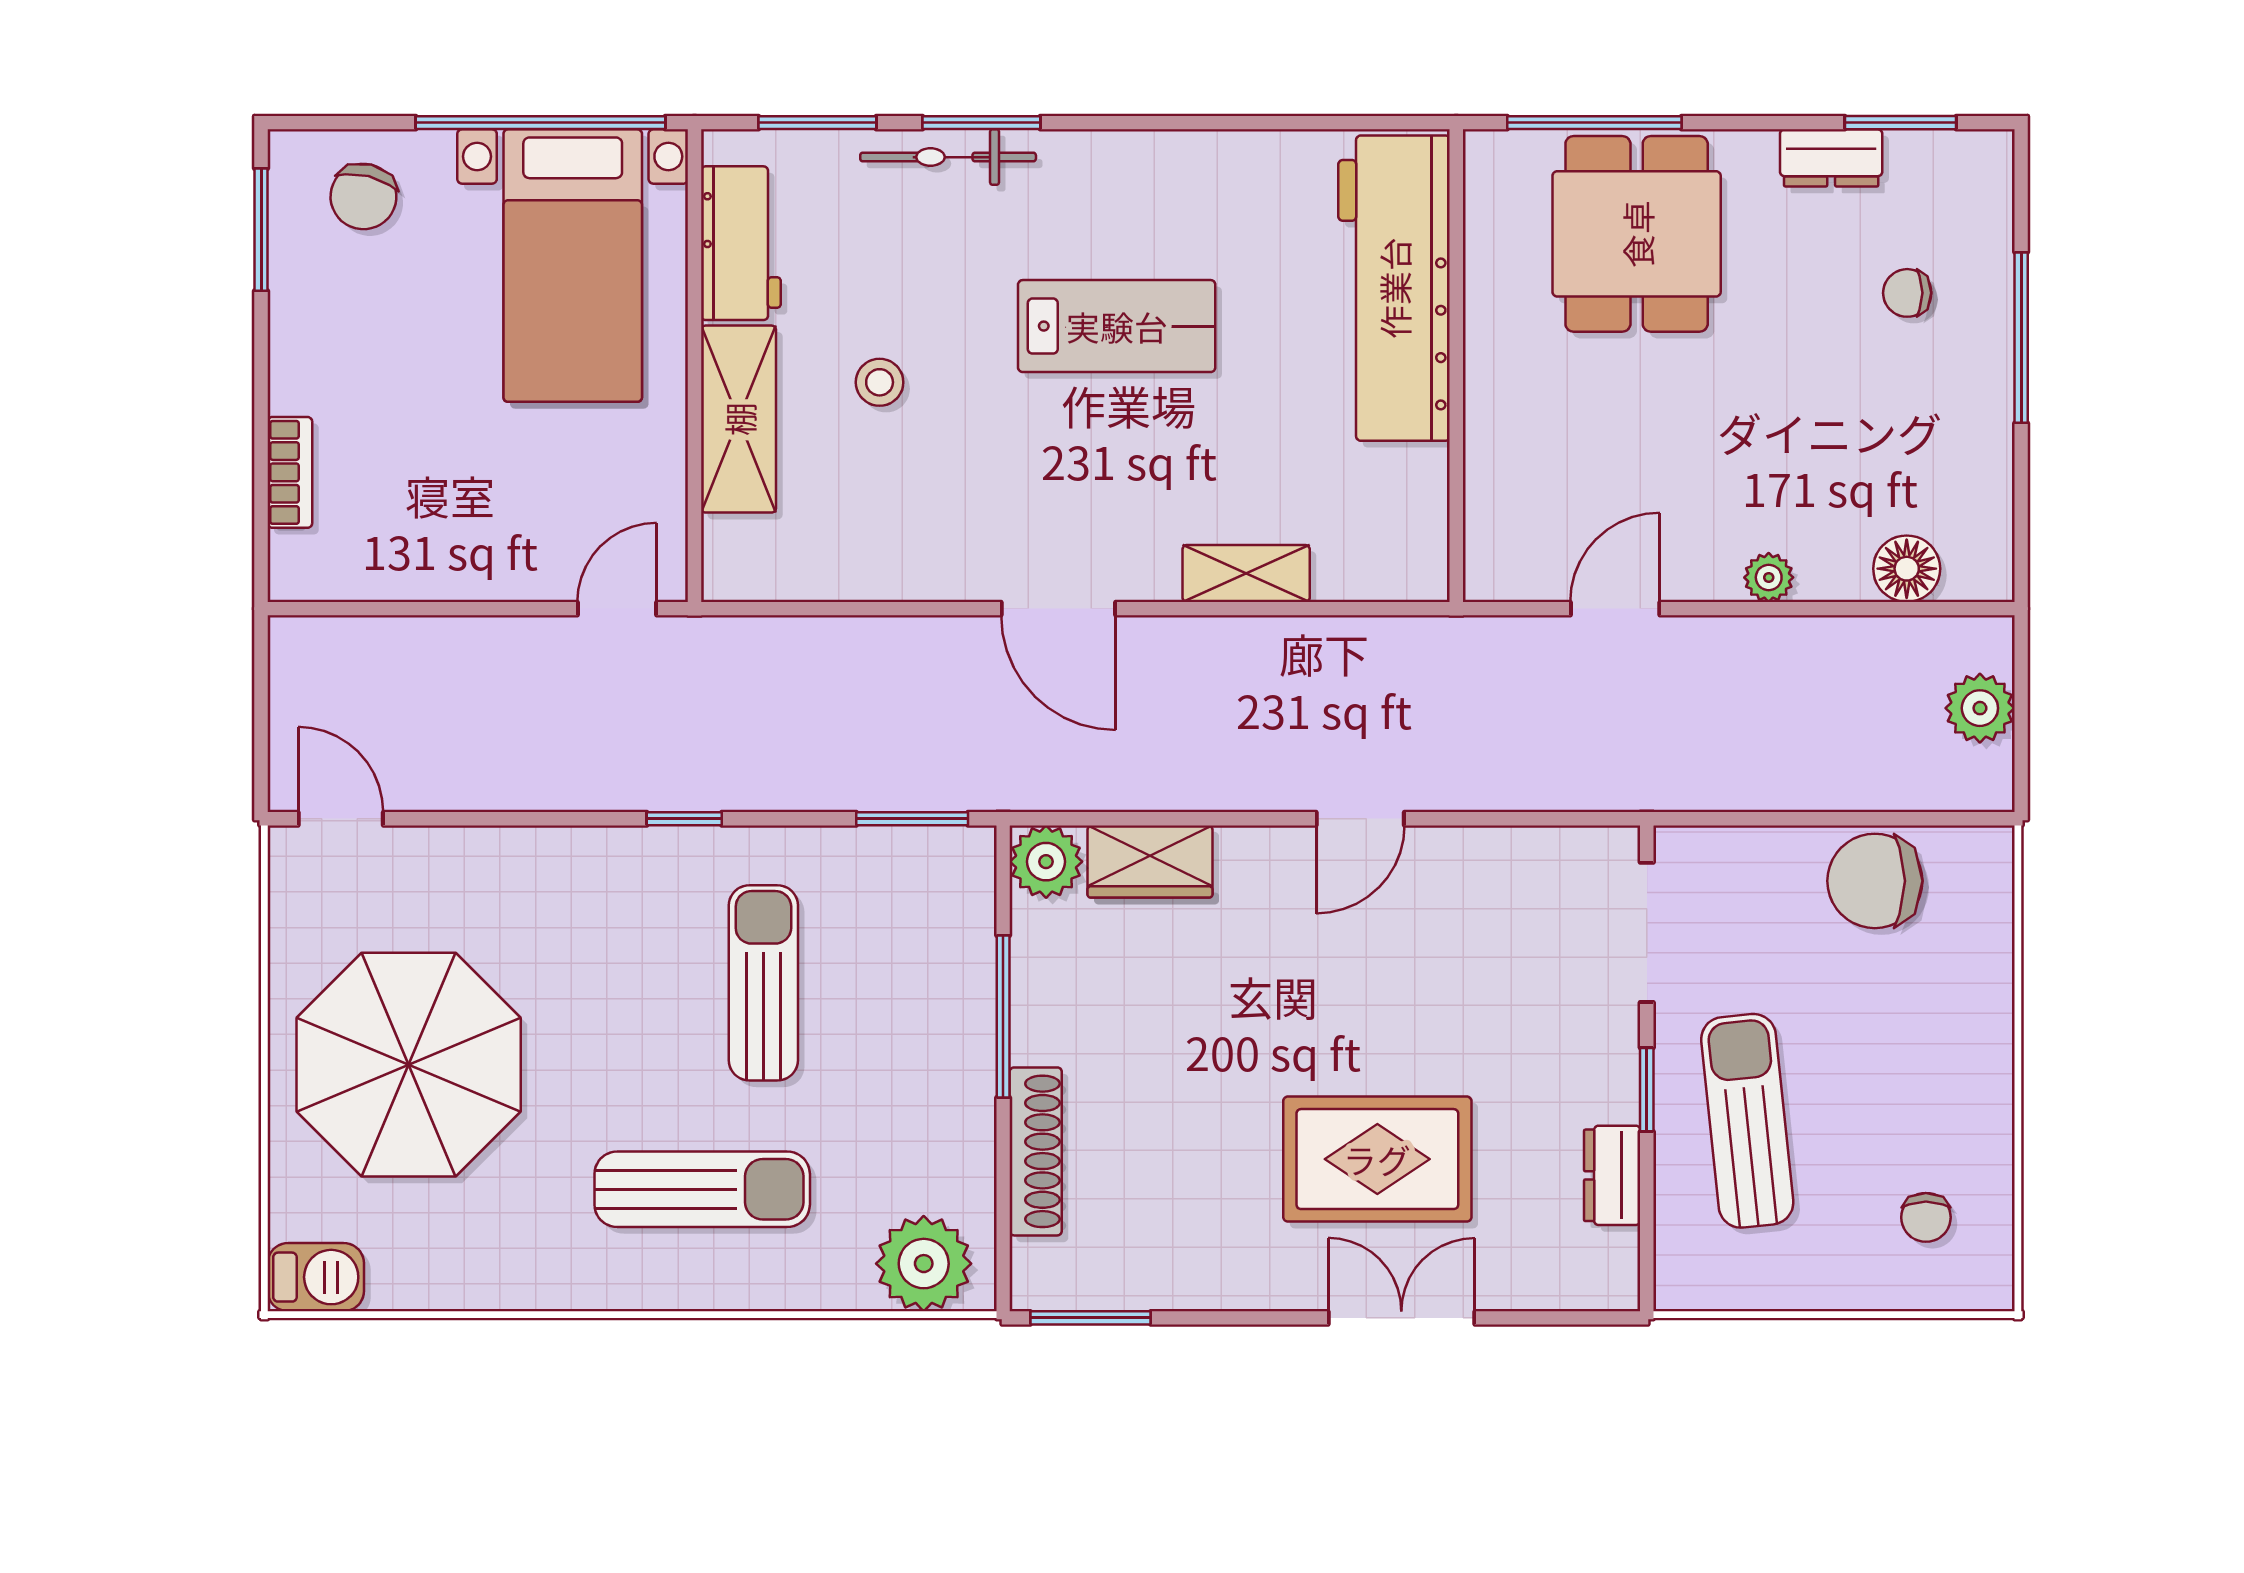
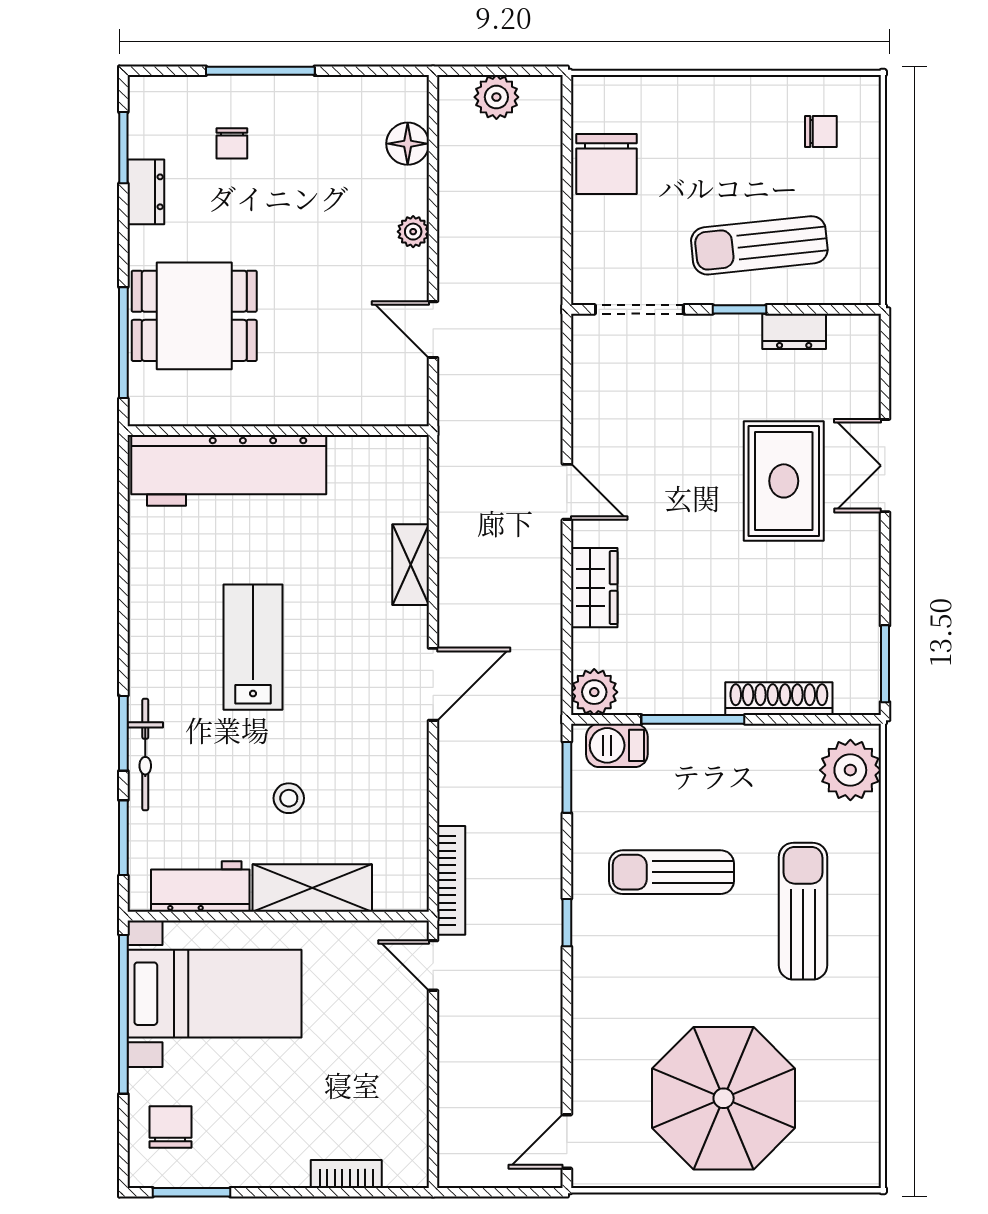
chair: (363, 196) -> (170, 1127), turned -104
bookcase: (750, 637) -> (451, 880), added
wardrobe: (1150, 862) -> (594, 588), moved
barbecue: (316, 1277) -> (617, 745), moved, turned -90

